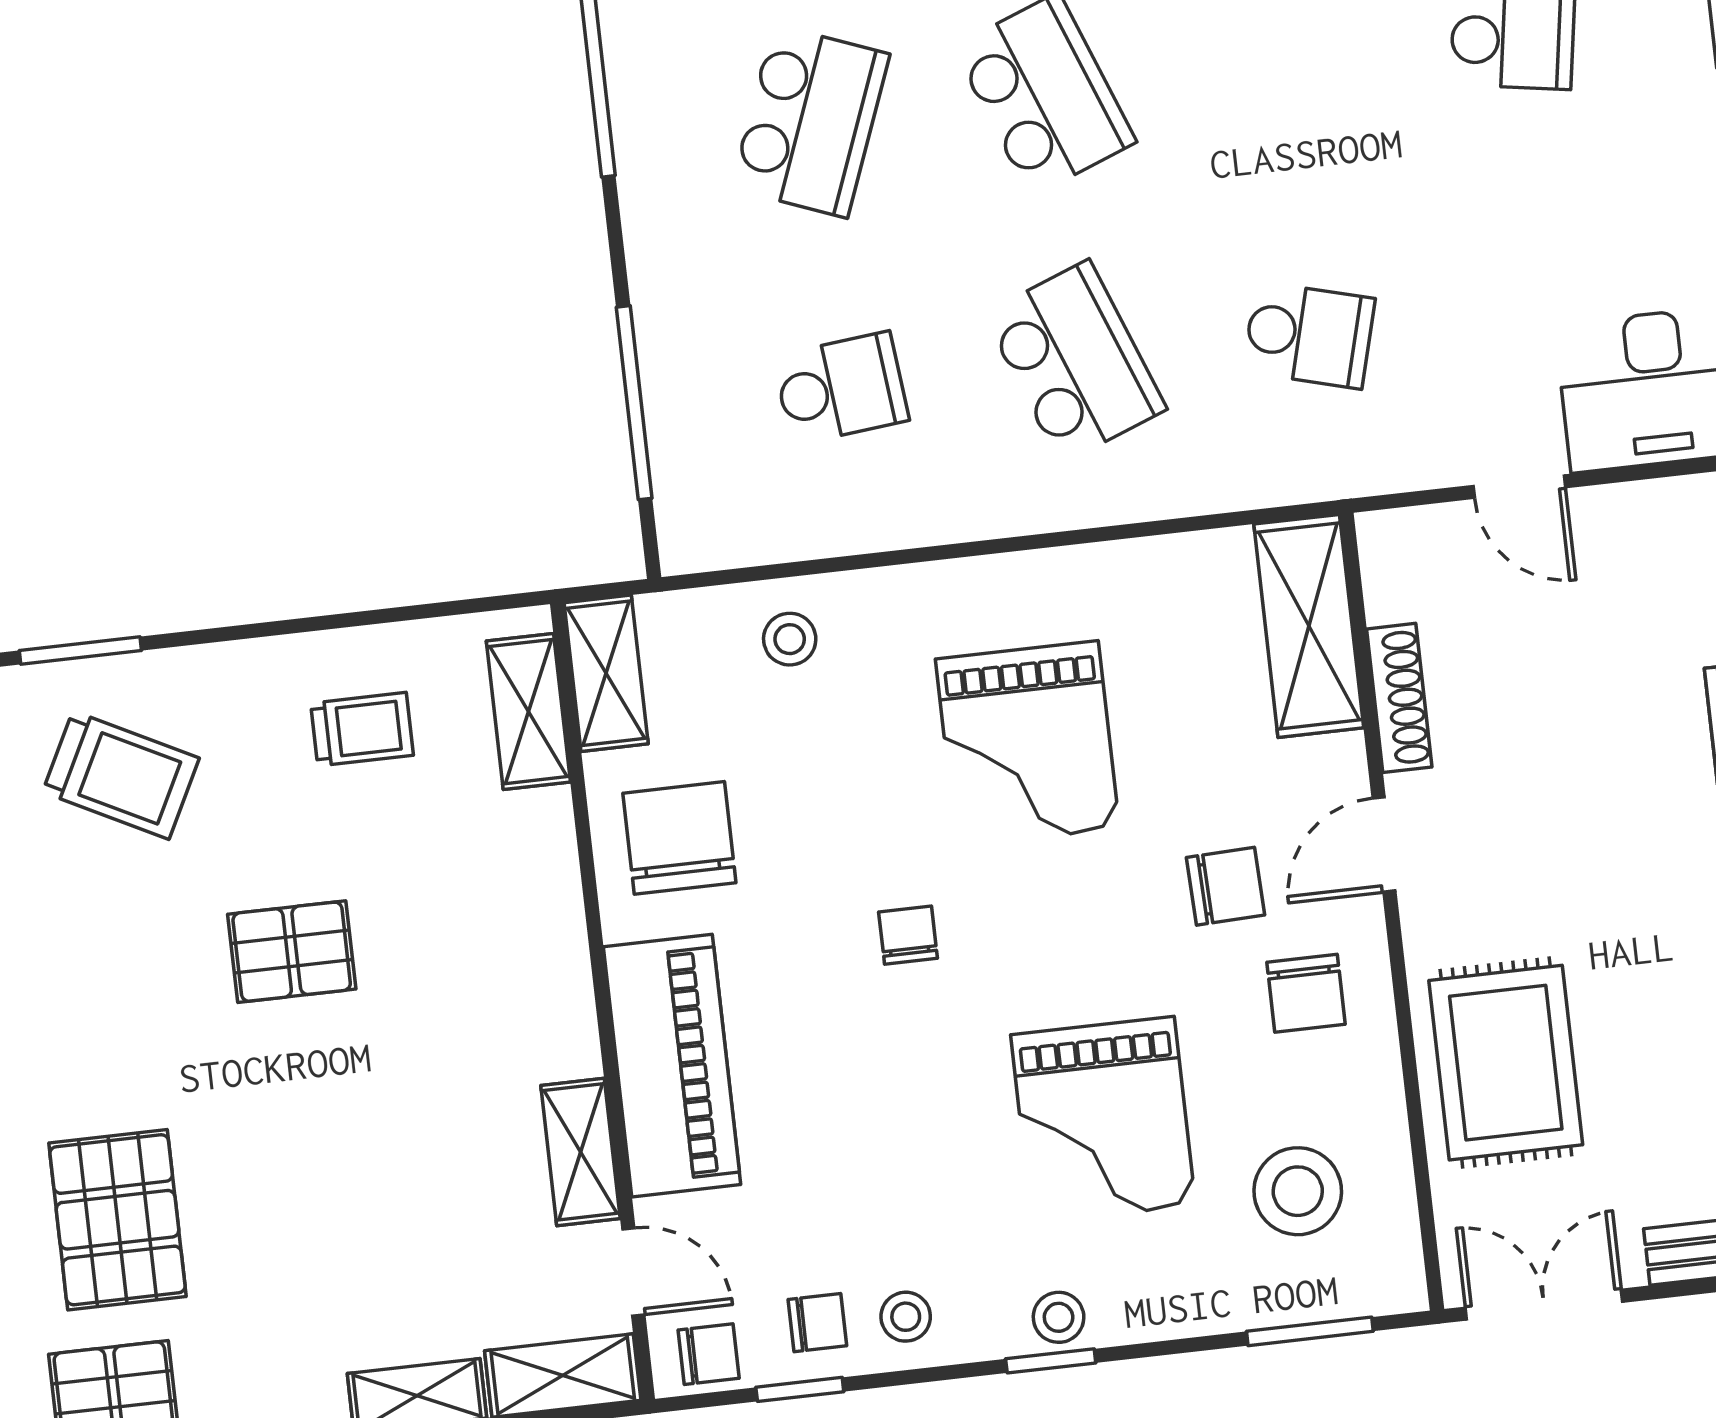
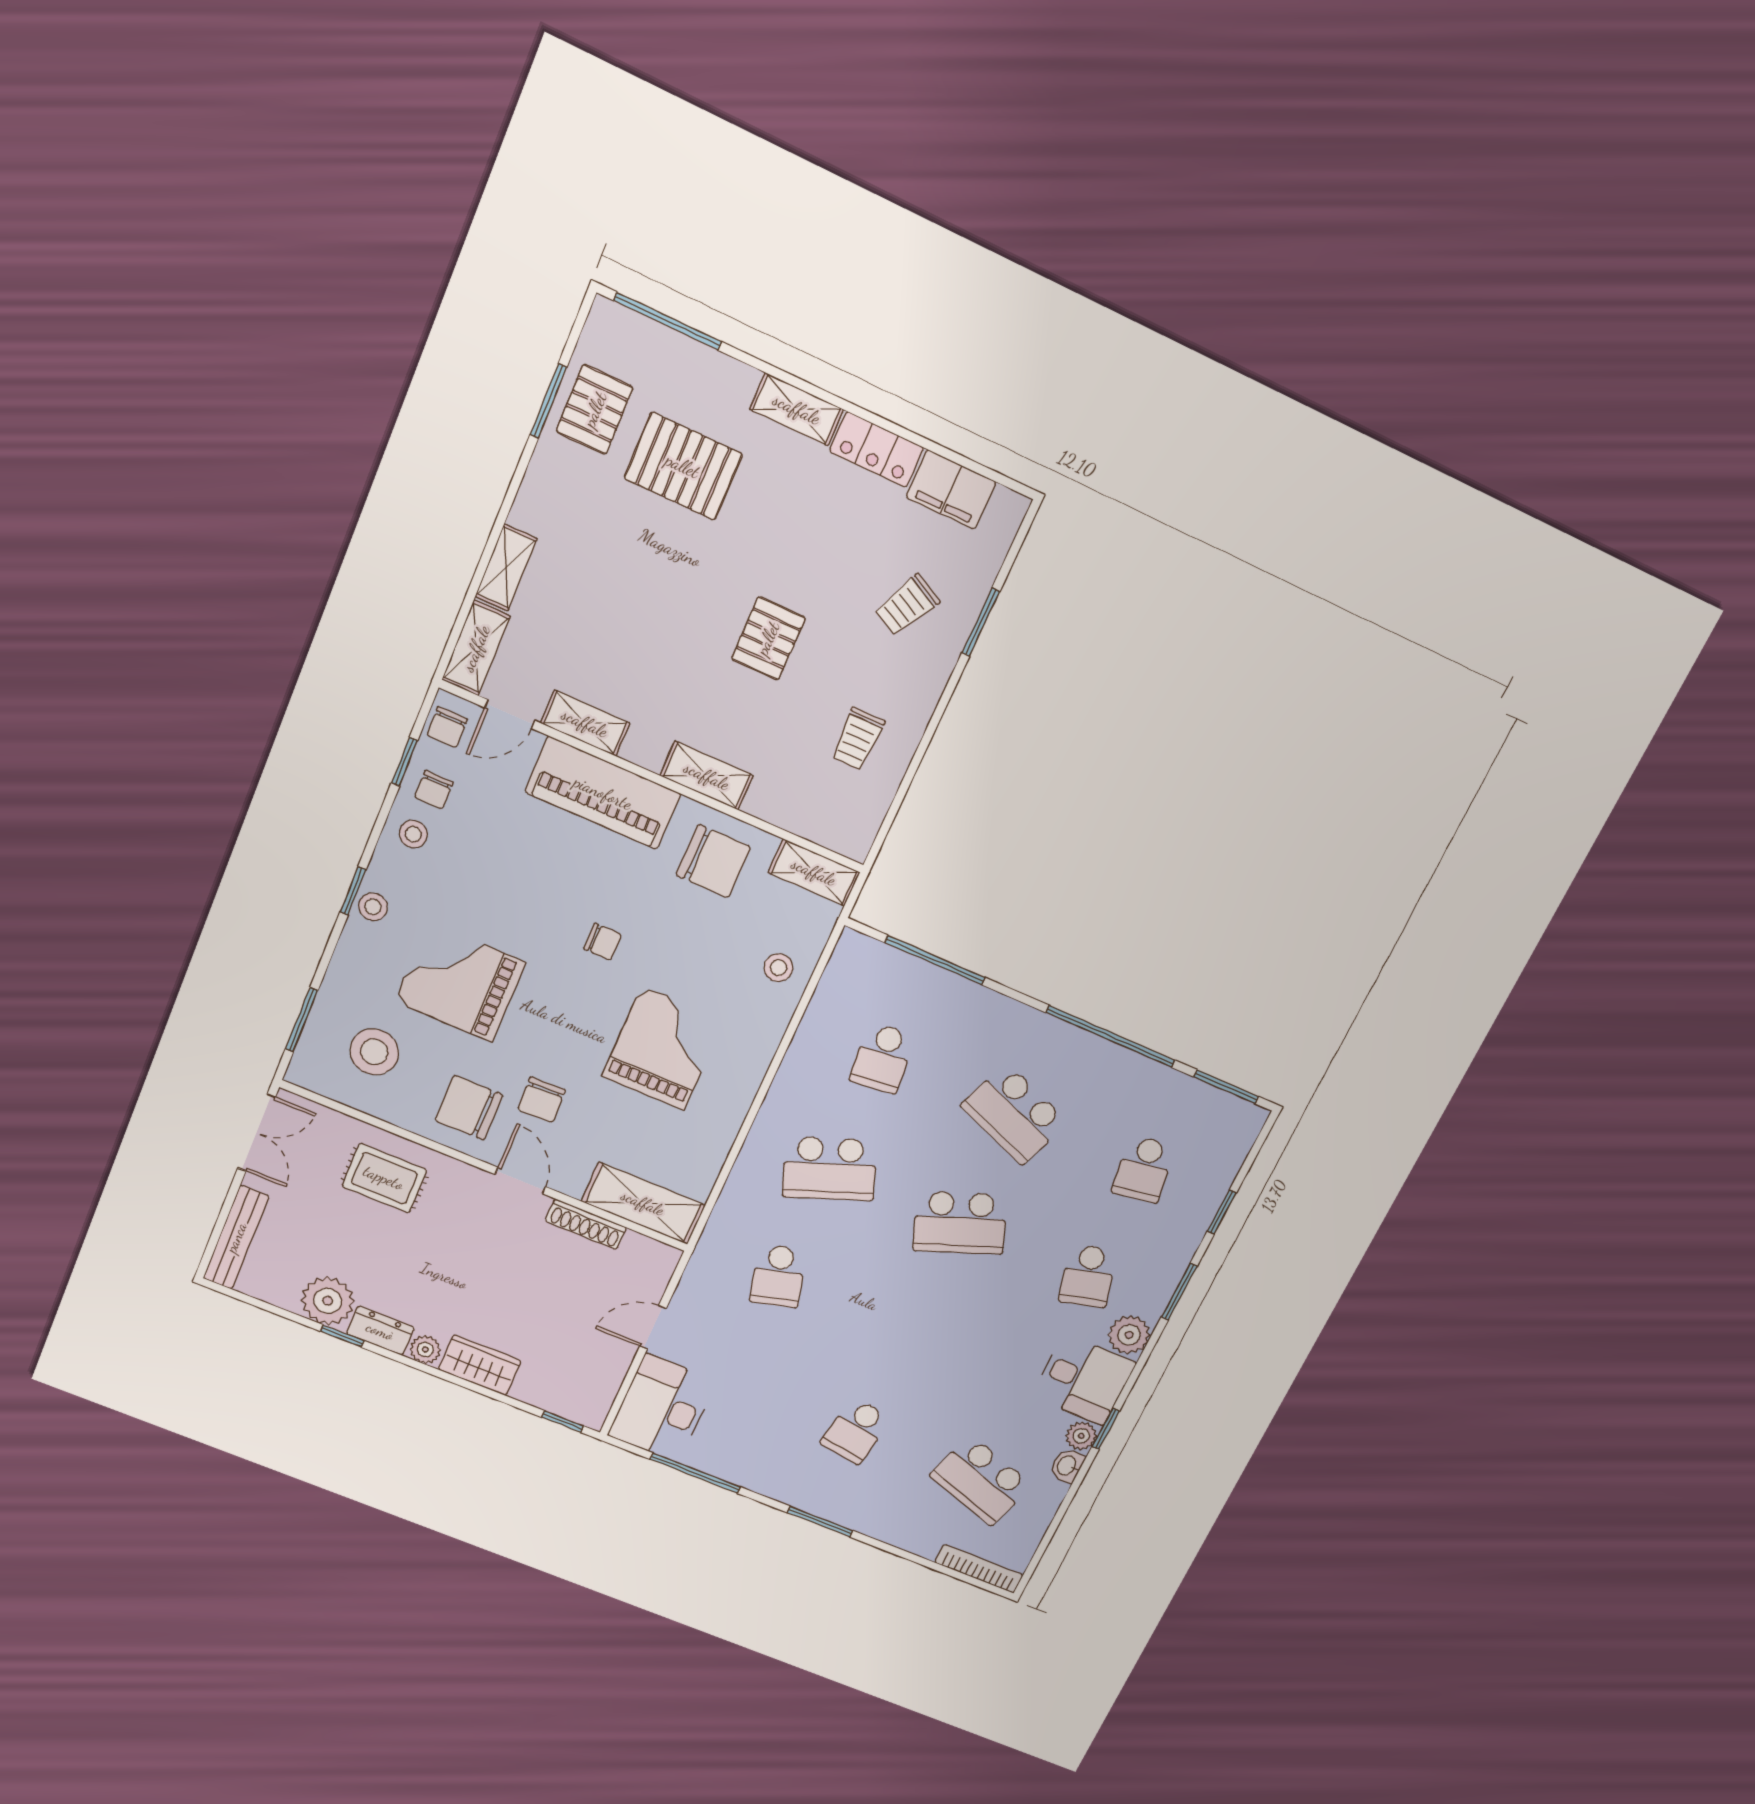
school desk: (1309, 335) -> (778, 1276), turned -30
shelving: (528, 712) -> (707, 776), moved
grand piano: (1027, 744) -> (663, 1048), turned 90
trolley: (121, 775) -> (907, 605), width x0.73, depth x0.72
chair: (1306, 993) -> (469, 1108), width x1.37, depth x1.37
rug: (1506, 1063) -> (384, 1178), width x0.73, depth x0.70

